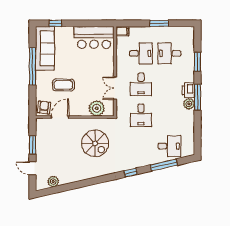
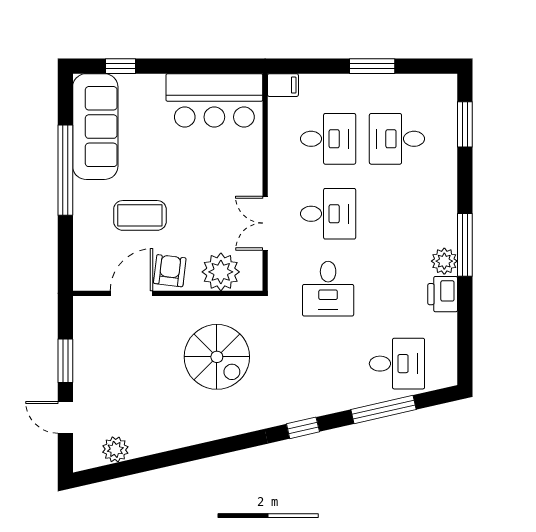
window: (197, 62) -> (465, 124), moved
desk: (141, 84) -> (328, 214), turned -90
printer: (188, 90) -> (443, 294), moved
armchair: (44, 107) -> (170, 271), moved

